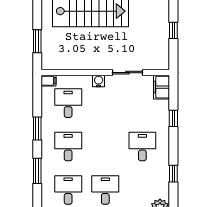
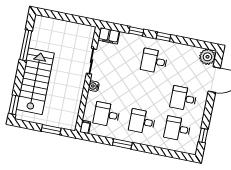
window: (173, 30) -> (65, 17), removed
window: (37, 171) -> (157, 151), removed
window: (173, 174) -> (163, 37), moved

